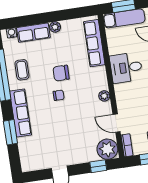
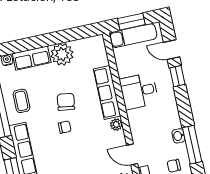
plant: (55, 27) -> (62, 54), width x1.88, depth x1.88
row of seats: (94, 43) -> (107, 92), moved
chair: (61, 73) -> (66, 102), turned 98

